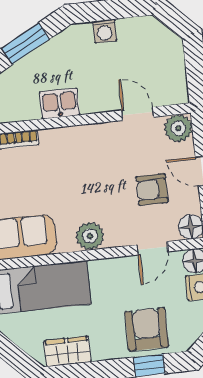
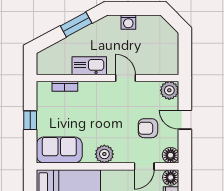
kitchen sink: (59, 103) -> (89, 66), width x1.38
door: (138, 114) -> (125, 78), moved

